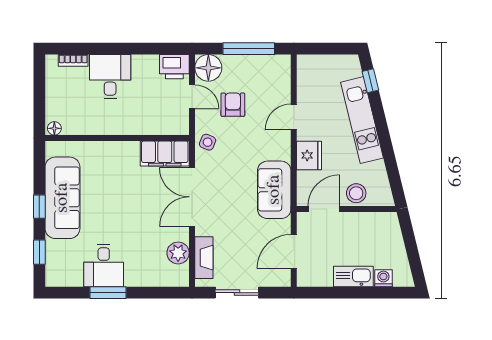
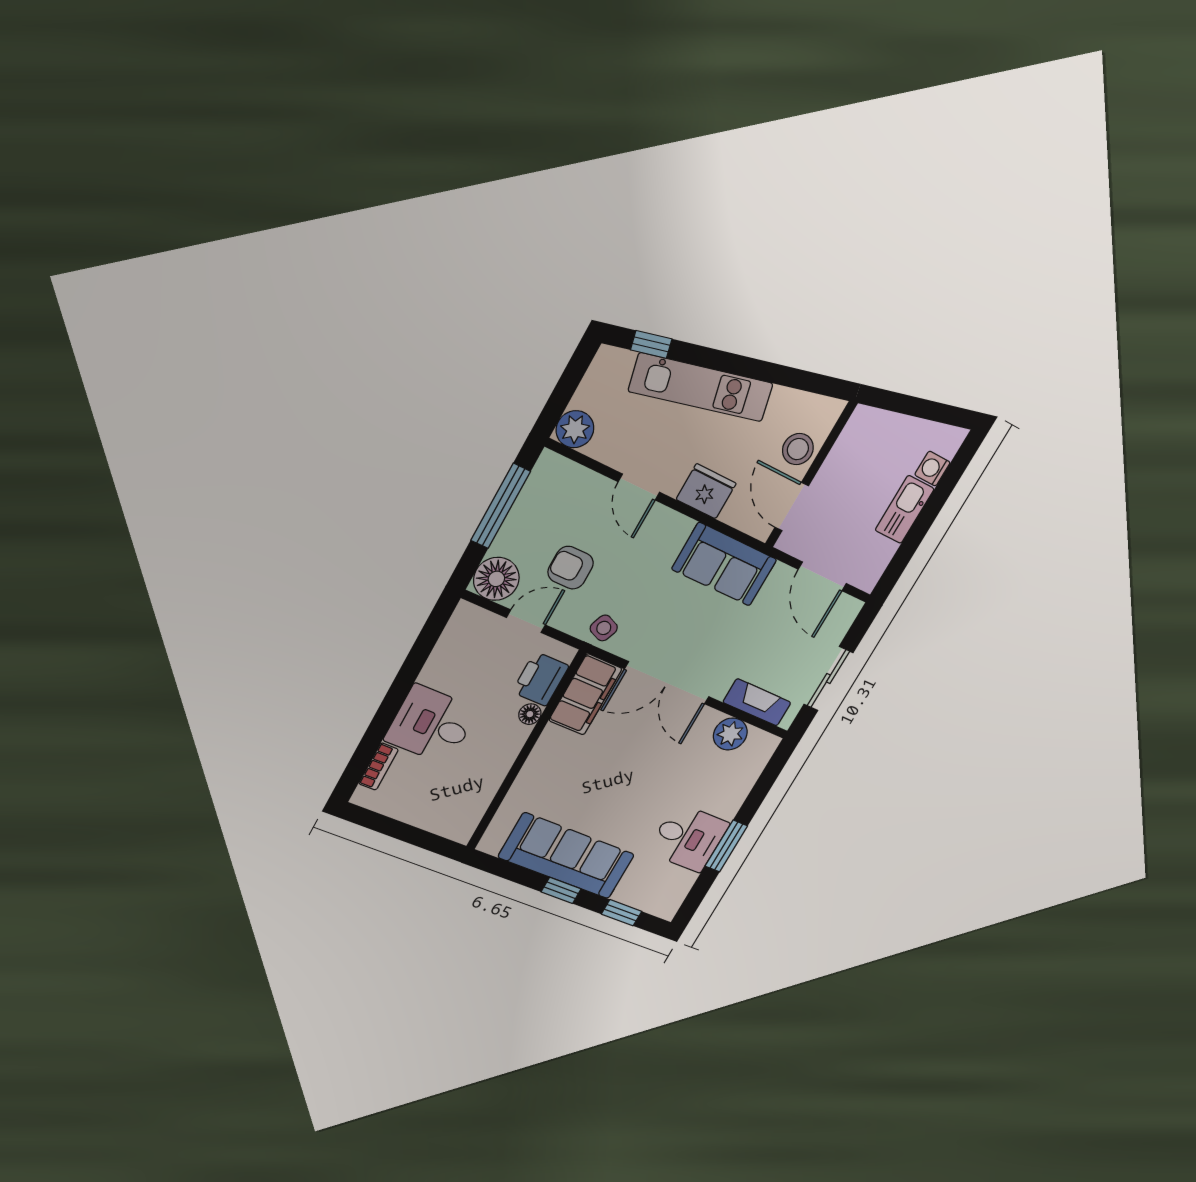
plant: (308, 65) -> (575, 429), added
printer: (174, 67) -> (540, 679), moved, turned 180
floor lamp: (54, 128) -> (530, 714), moved

